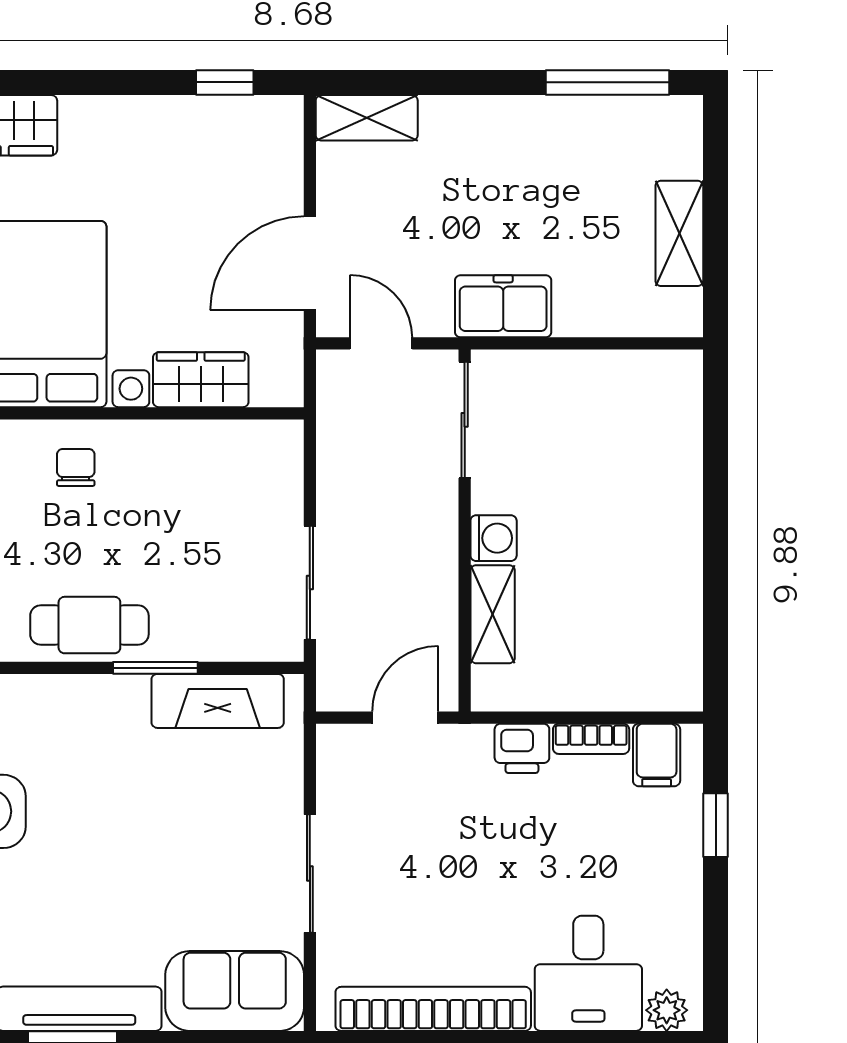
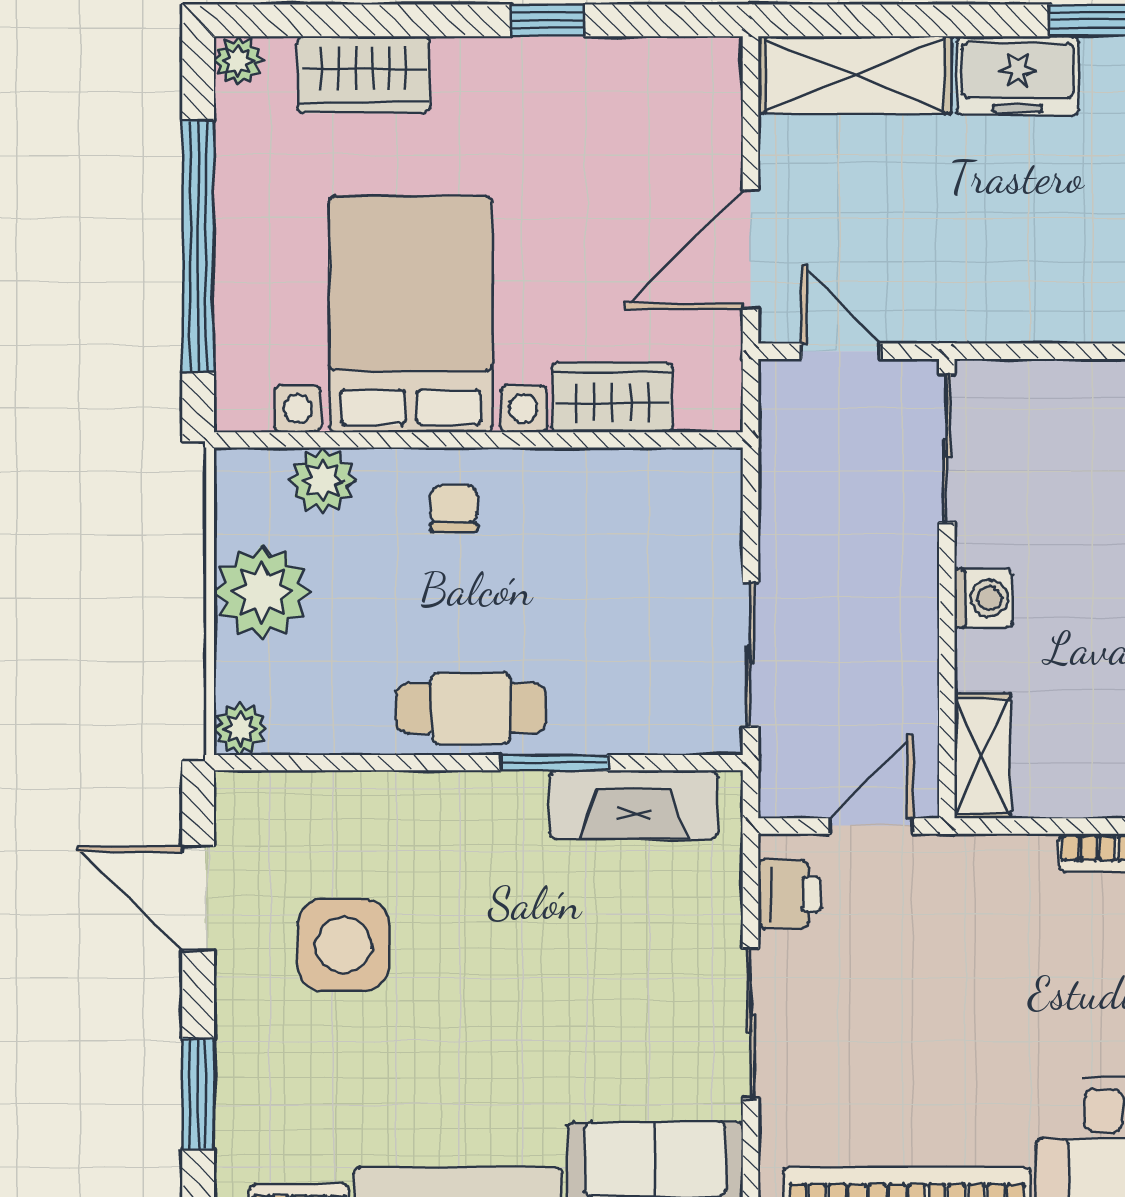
window: (225, 82) -> (548, 20), moved
shelving: (367, 118) -> (855, 75), width x1.50, depth x1.33
freezer: (503, 306) -> (1018, 76), moved, turned 180
shelving: (493, 614) -> (982, 756), moved
printer: (522, 748) -> (790, 894), moved, turned -90

